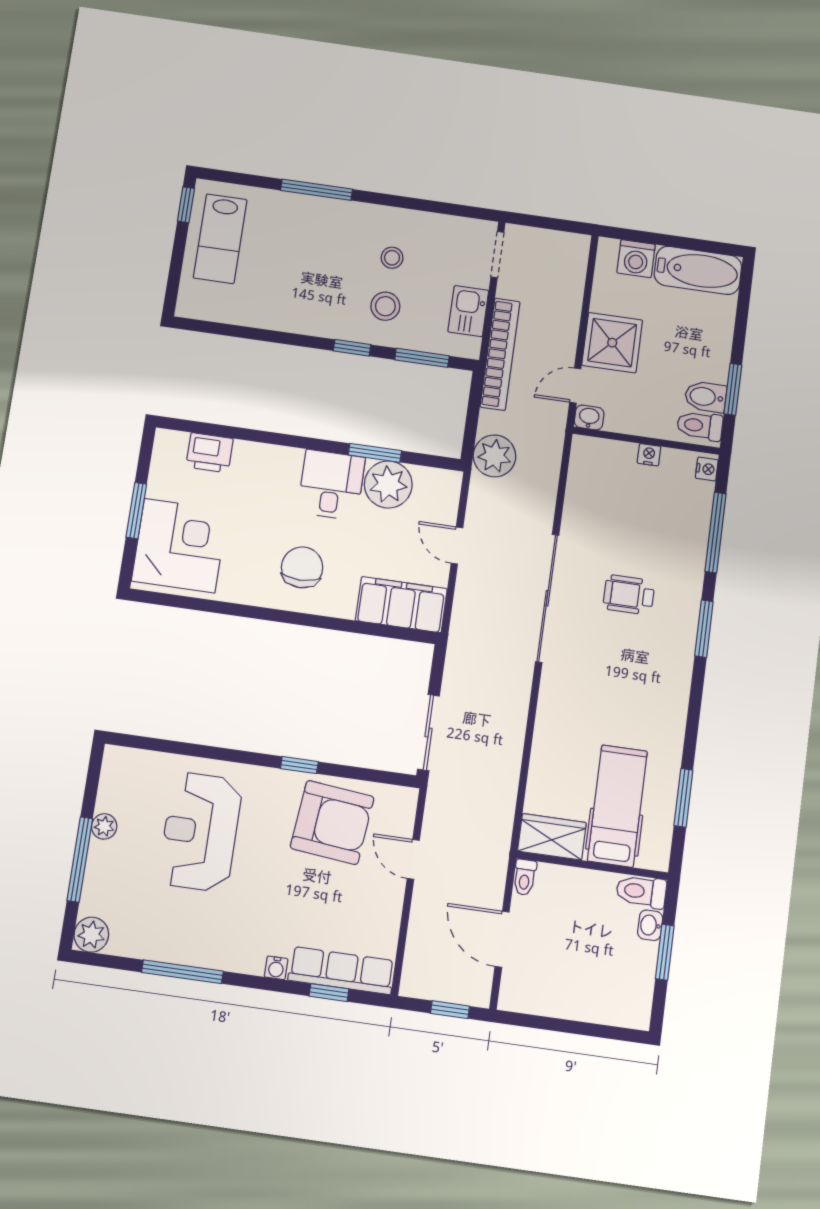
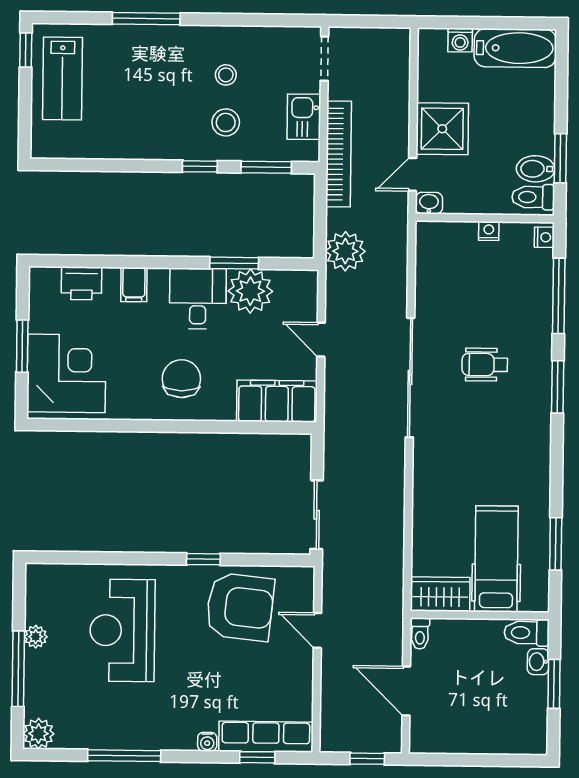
washing machine: (636, 259) -> (460, 40), width x0.73, depth x0.73
filing cabinet: (265, 461) -> (134, 285), added

